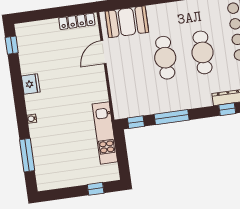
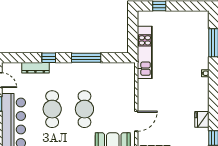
fridge: (31, 84) -> (202, 119), moved
window: (227, 109) -> (49, 58), moved
window: (136, 122) -> (117, 58), removed

